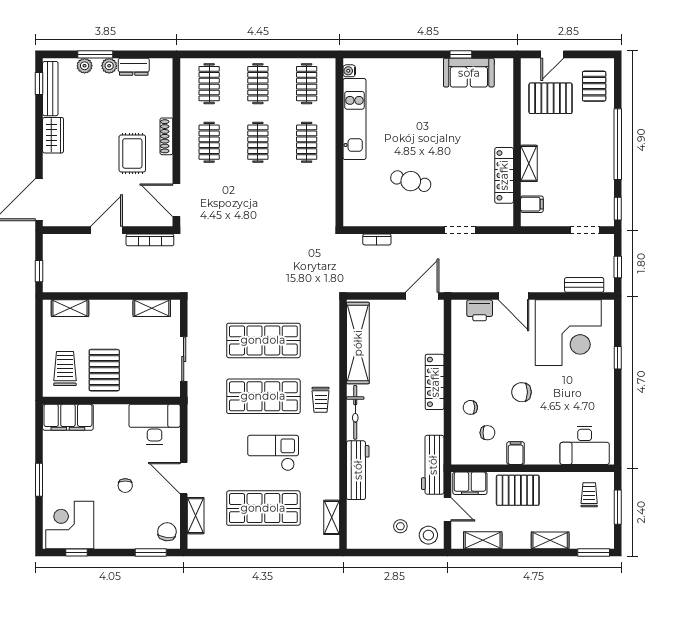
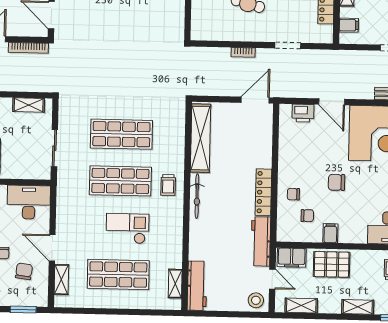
bookcase: (377, 239) -> (243, 52), moved
locker: (435, 382) -> (263, 192), moved
workbench: (358, 470) -> (197, 286), moved
stool: (400, 526) -> (233, 292), removed
chair: (167, 532) -> (24, 271), moved

